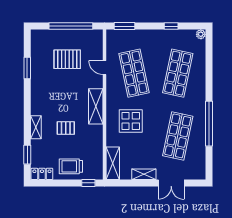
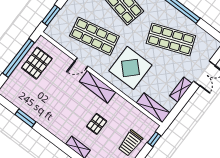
pallet: (67, 59) -> (37, 63), moved
door: (105, 68) -> (81, 63), moved
display table: (131, 121) -> (130, 68), width x1.36, depth x1.36
shop shelf: (178, 136) -> (171, 39), turned -33

